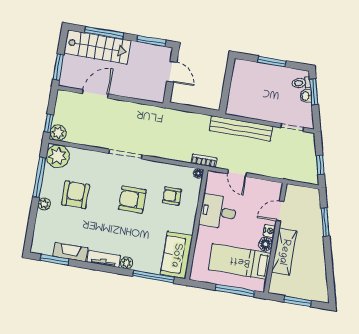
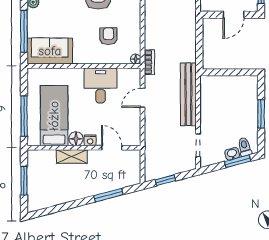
shelving: (284, 252) -> (72, 156), width x0.67, depth x0.75

